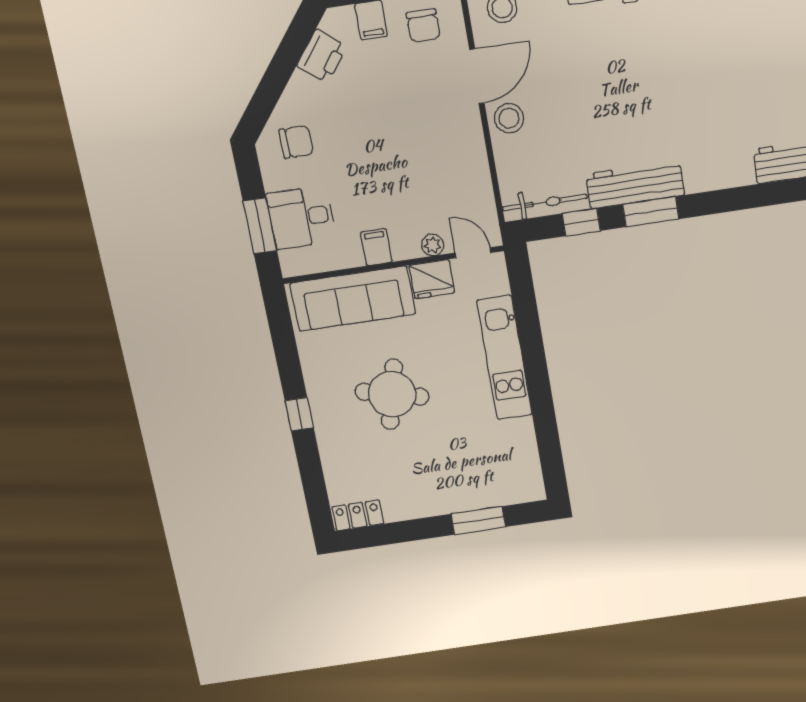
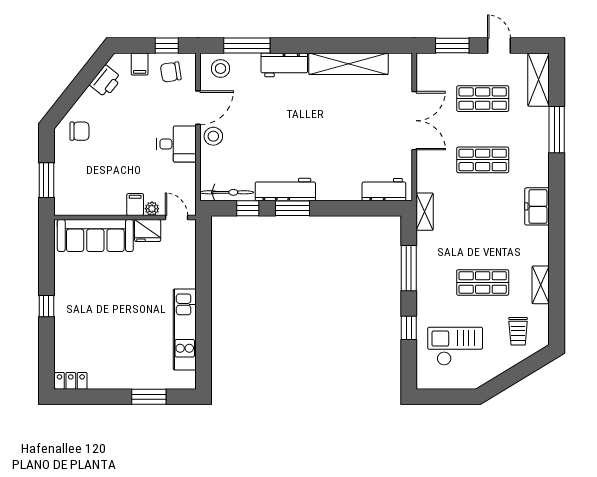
chair: (423, 25) -> (171, 72), turned 81
desk: (302, 217) -> (177, 144), moved, turned 180
filing cabinet: (376, 247) -> (135, 205), moved
kitchen unit: (505, 358) -> (185, 330), moved
round table: (392, 394) -> (108, 302), removed

